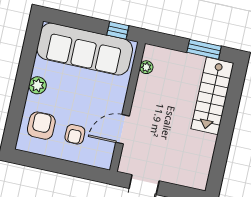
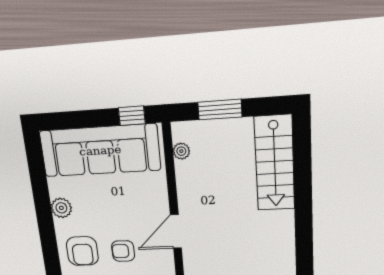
window: (204, 49) -> (220, 110), moved
armchair: (41, 126) -> (82, 251), turned 180
armchair: (75, 134) -> (123, 251), turned 90

